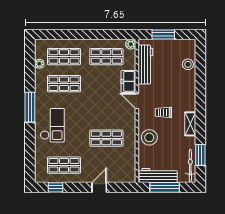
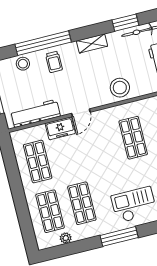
plant: (131, 44) -> (16, 137), removed
window: (200, 85) -> (43, 43), added
trolley: (163, 112) -> (54, 62), moved

